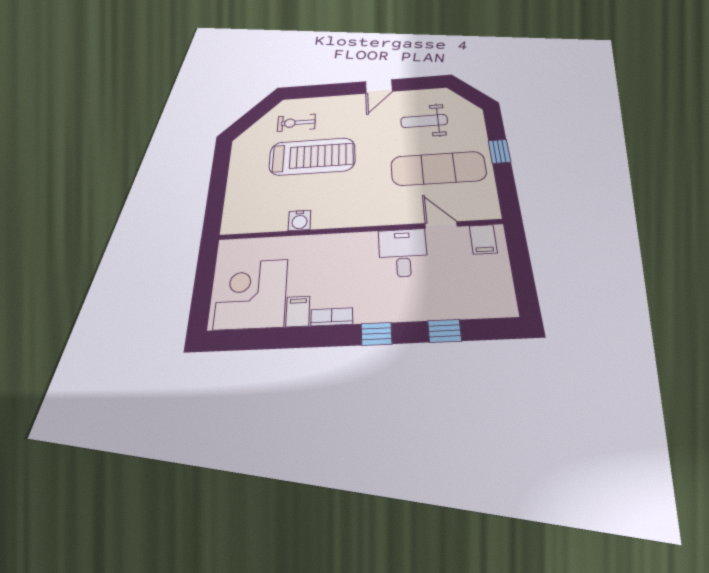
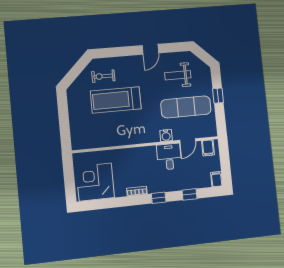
treadmill: (312, 156) -> (116, 100), turned 180
water cooler: (300, 220) -> (166, 135), moved
door: (441, 225) -> (188, 141), swing flipped
filing cabinet: (298, 311) -> (217, 179), moved

